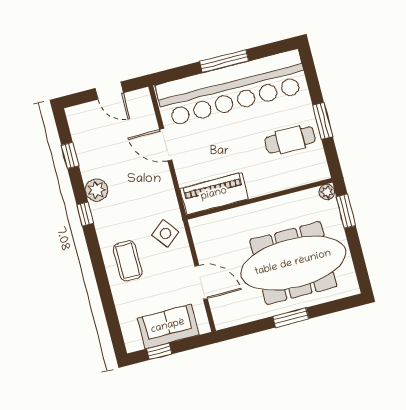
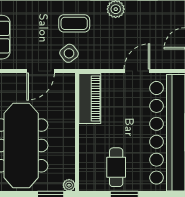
coffee table: (128, 261) -> (74, 23), moved
door: (201, 282) -> (41, 71), moved

